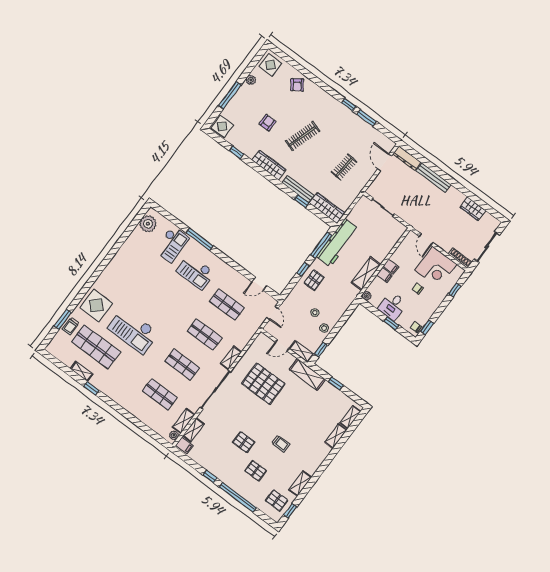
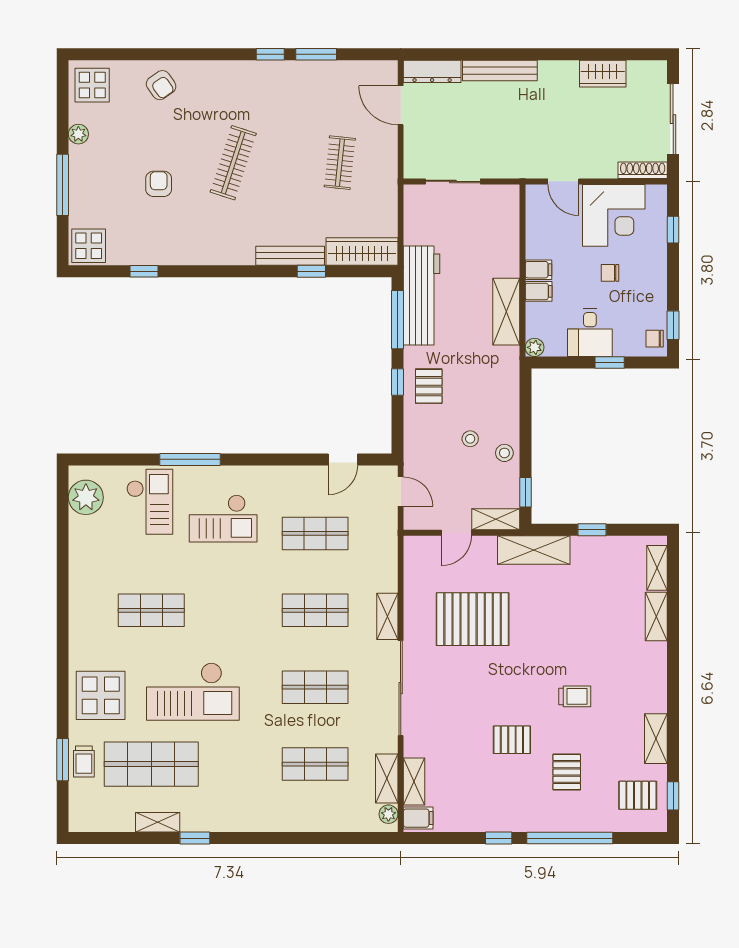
wardrobe: (269, 165) -> (213, 252), removed
shop shelf: (141, 287) -> (151, 610), added
pallet: (256, 471) -> (567, 772), turned 90

